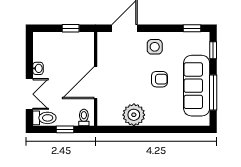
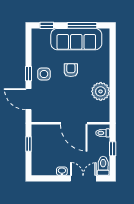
window: (192, 28) -> (28, 74), moved

